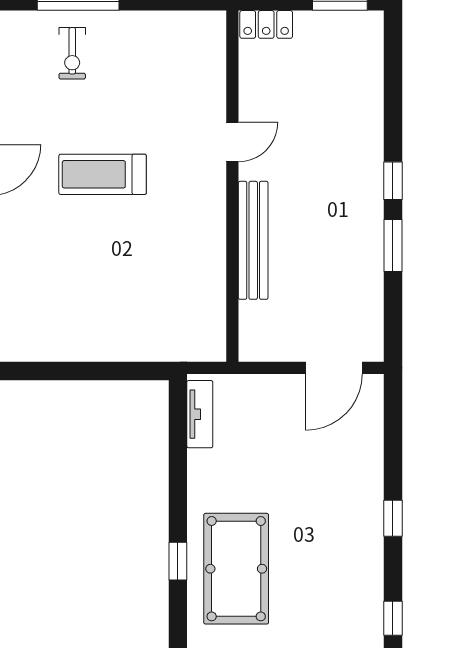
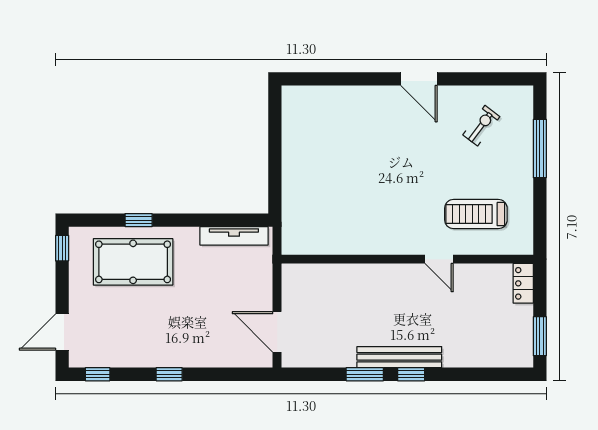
exercise bike: (72, 53) -> (481, 126), moved, turned 127
treadmill: (103, 174) -> (476, 214), moved, turned -90
bench: (253, 240) -> (399, 357), moved
tv unit: (200, 414) -> (234, 236), width x1.41

